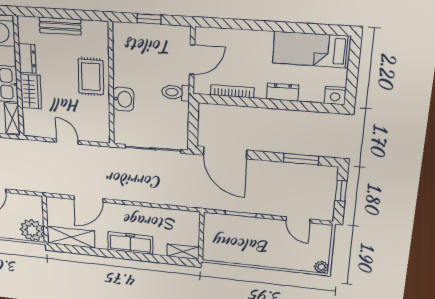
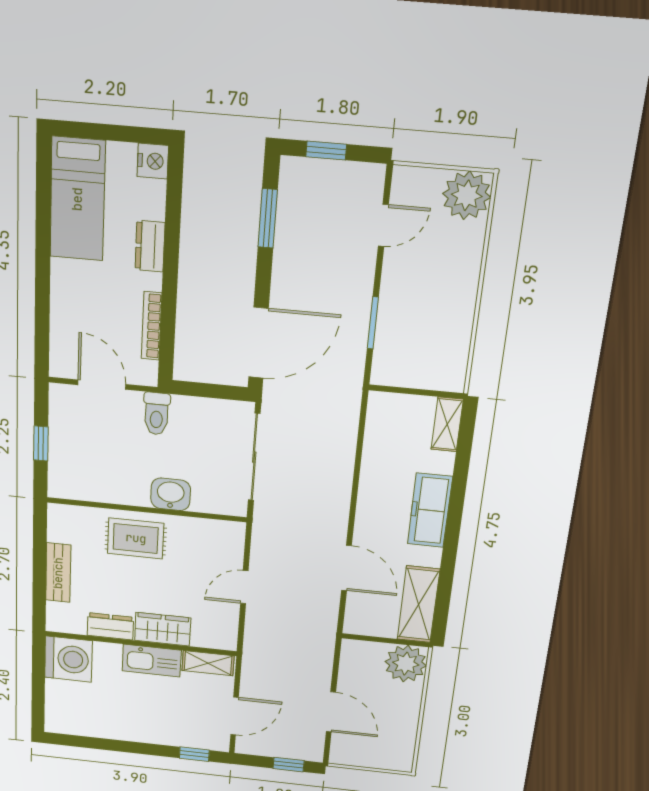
plant: (321, 267) -> (467, 195), width x1.88, depth x1.88

